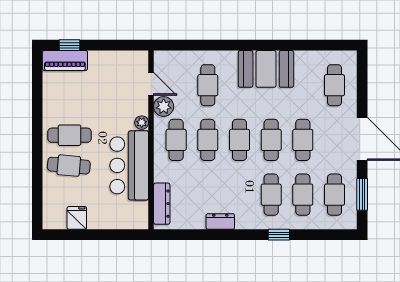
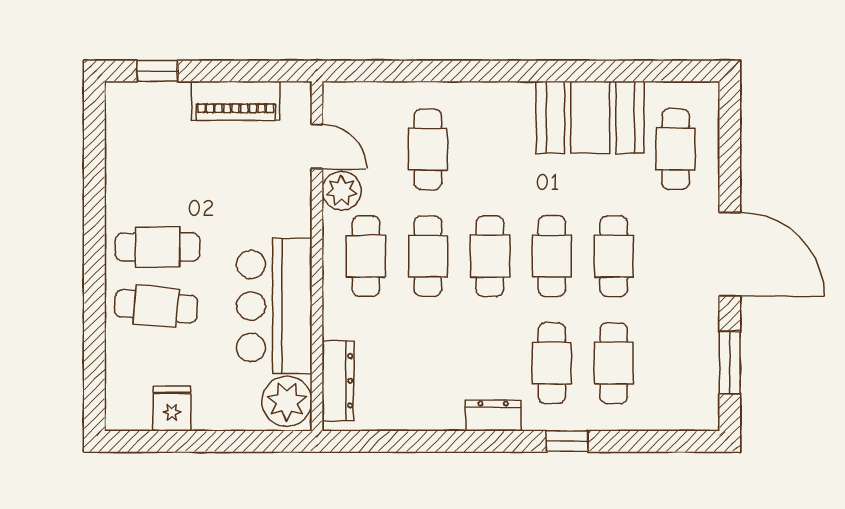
piano: (65, 60) -> (236, 101), moved
booth: (266, 69) -> (590, 117), moved
plant: (142, 123) -> (287, 401), moved, width x1.87, depth x1.87
cafe table: (335, 195) -> (676, 363), removed
dresser: (220, 221) -> (493, 416), moved

